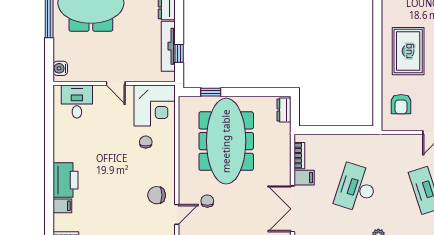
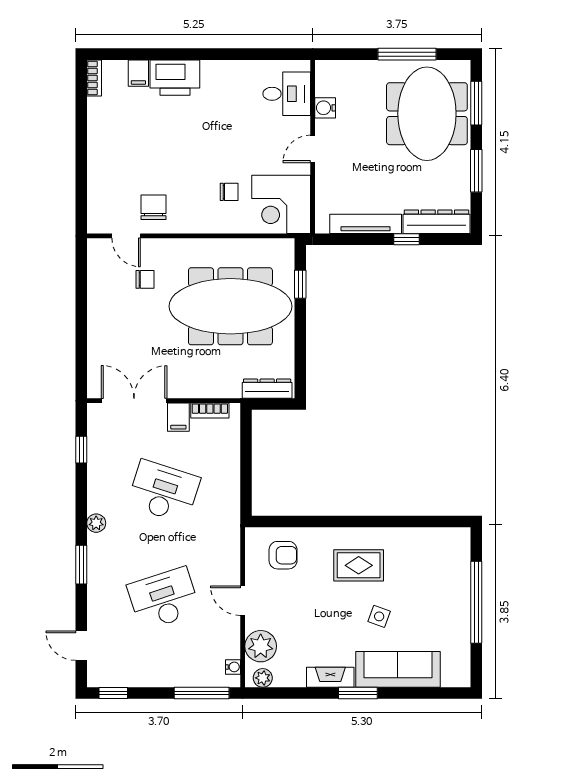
rug: (408, 51) -> (359, 565), width x0.73, depth x0.70
window: (179, 53) -> (407, 239), moved
water cooler: (60, 68) -> (325, 108), moved, turned -90
armchair: (401, 104) -> (283, 555), turned 180
dresser: (284, 110) -> (267, 389), width x1.44

